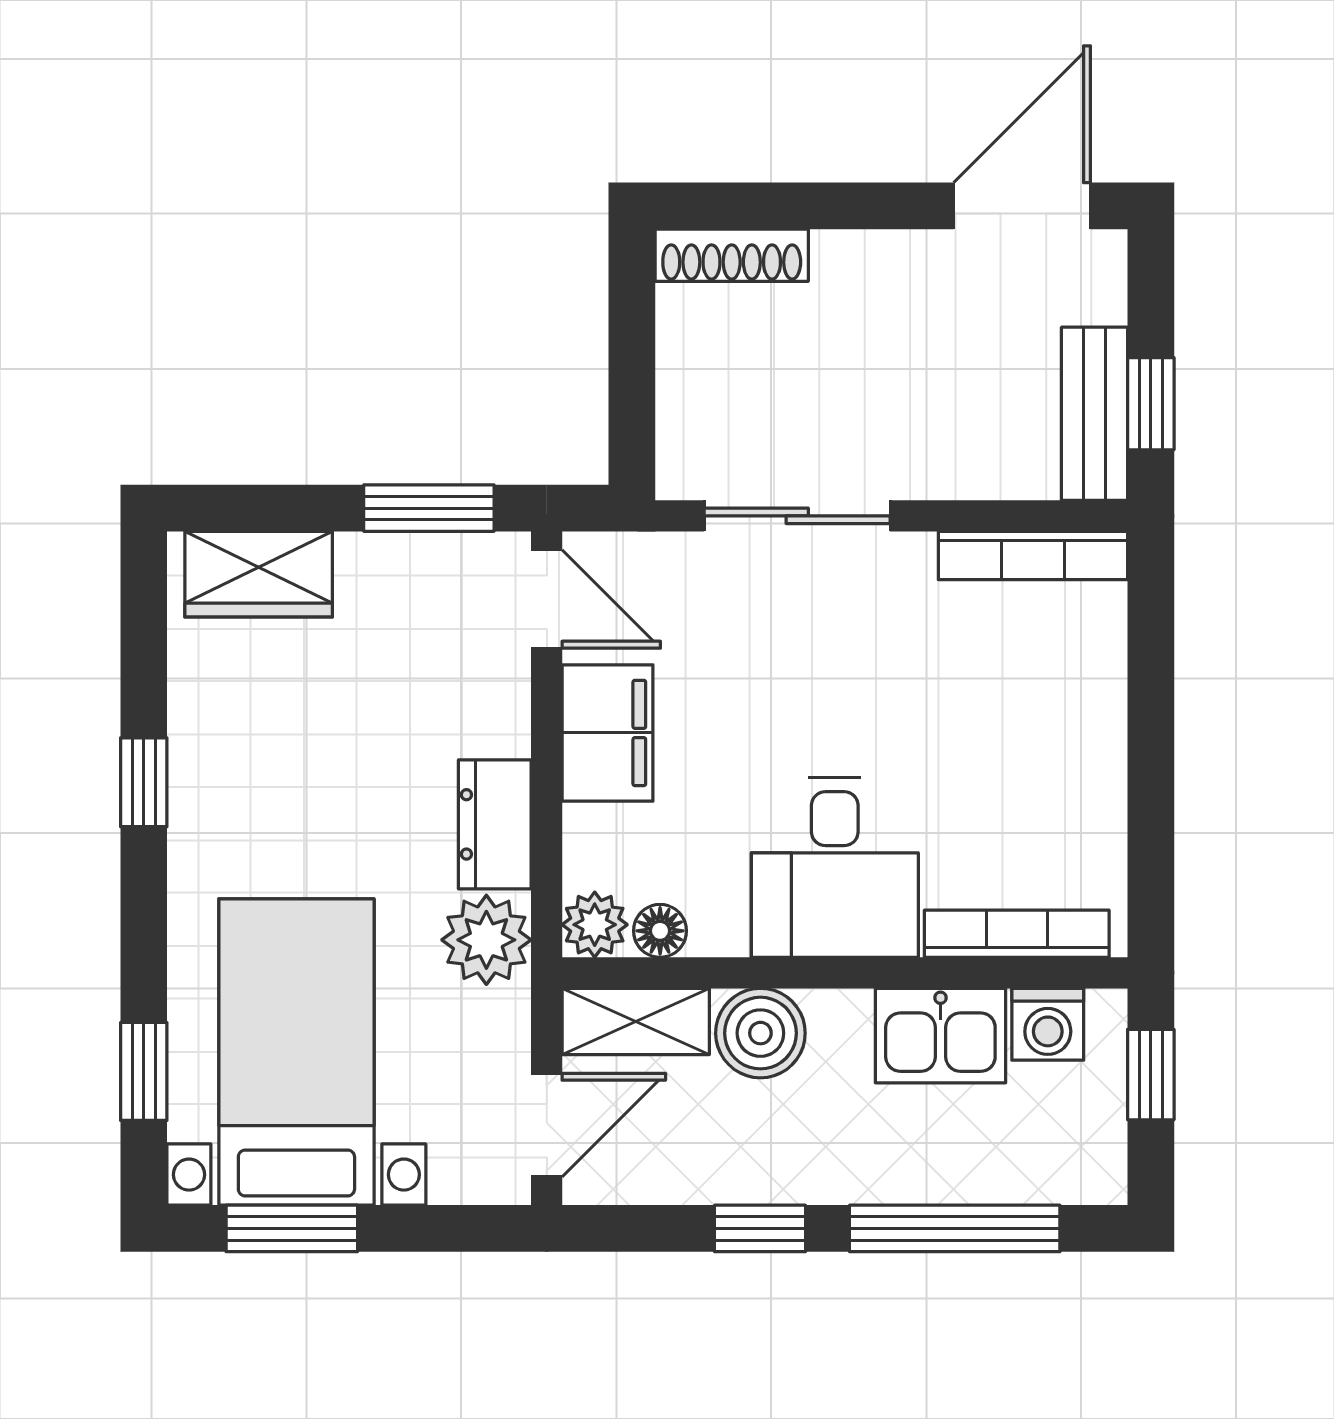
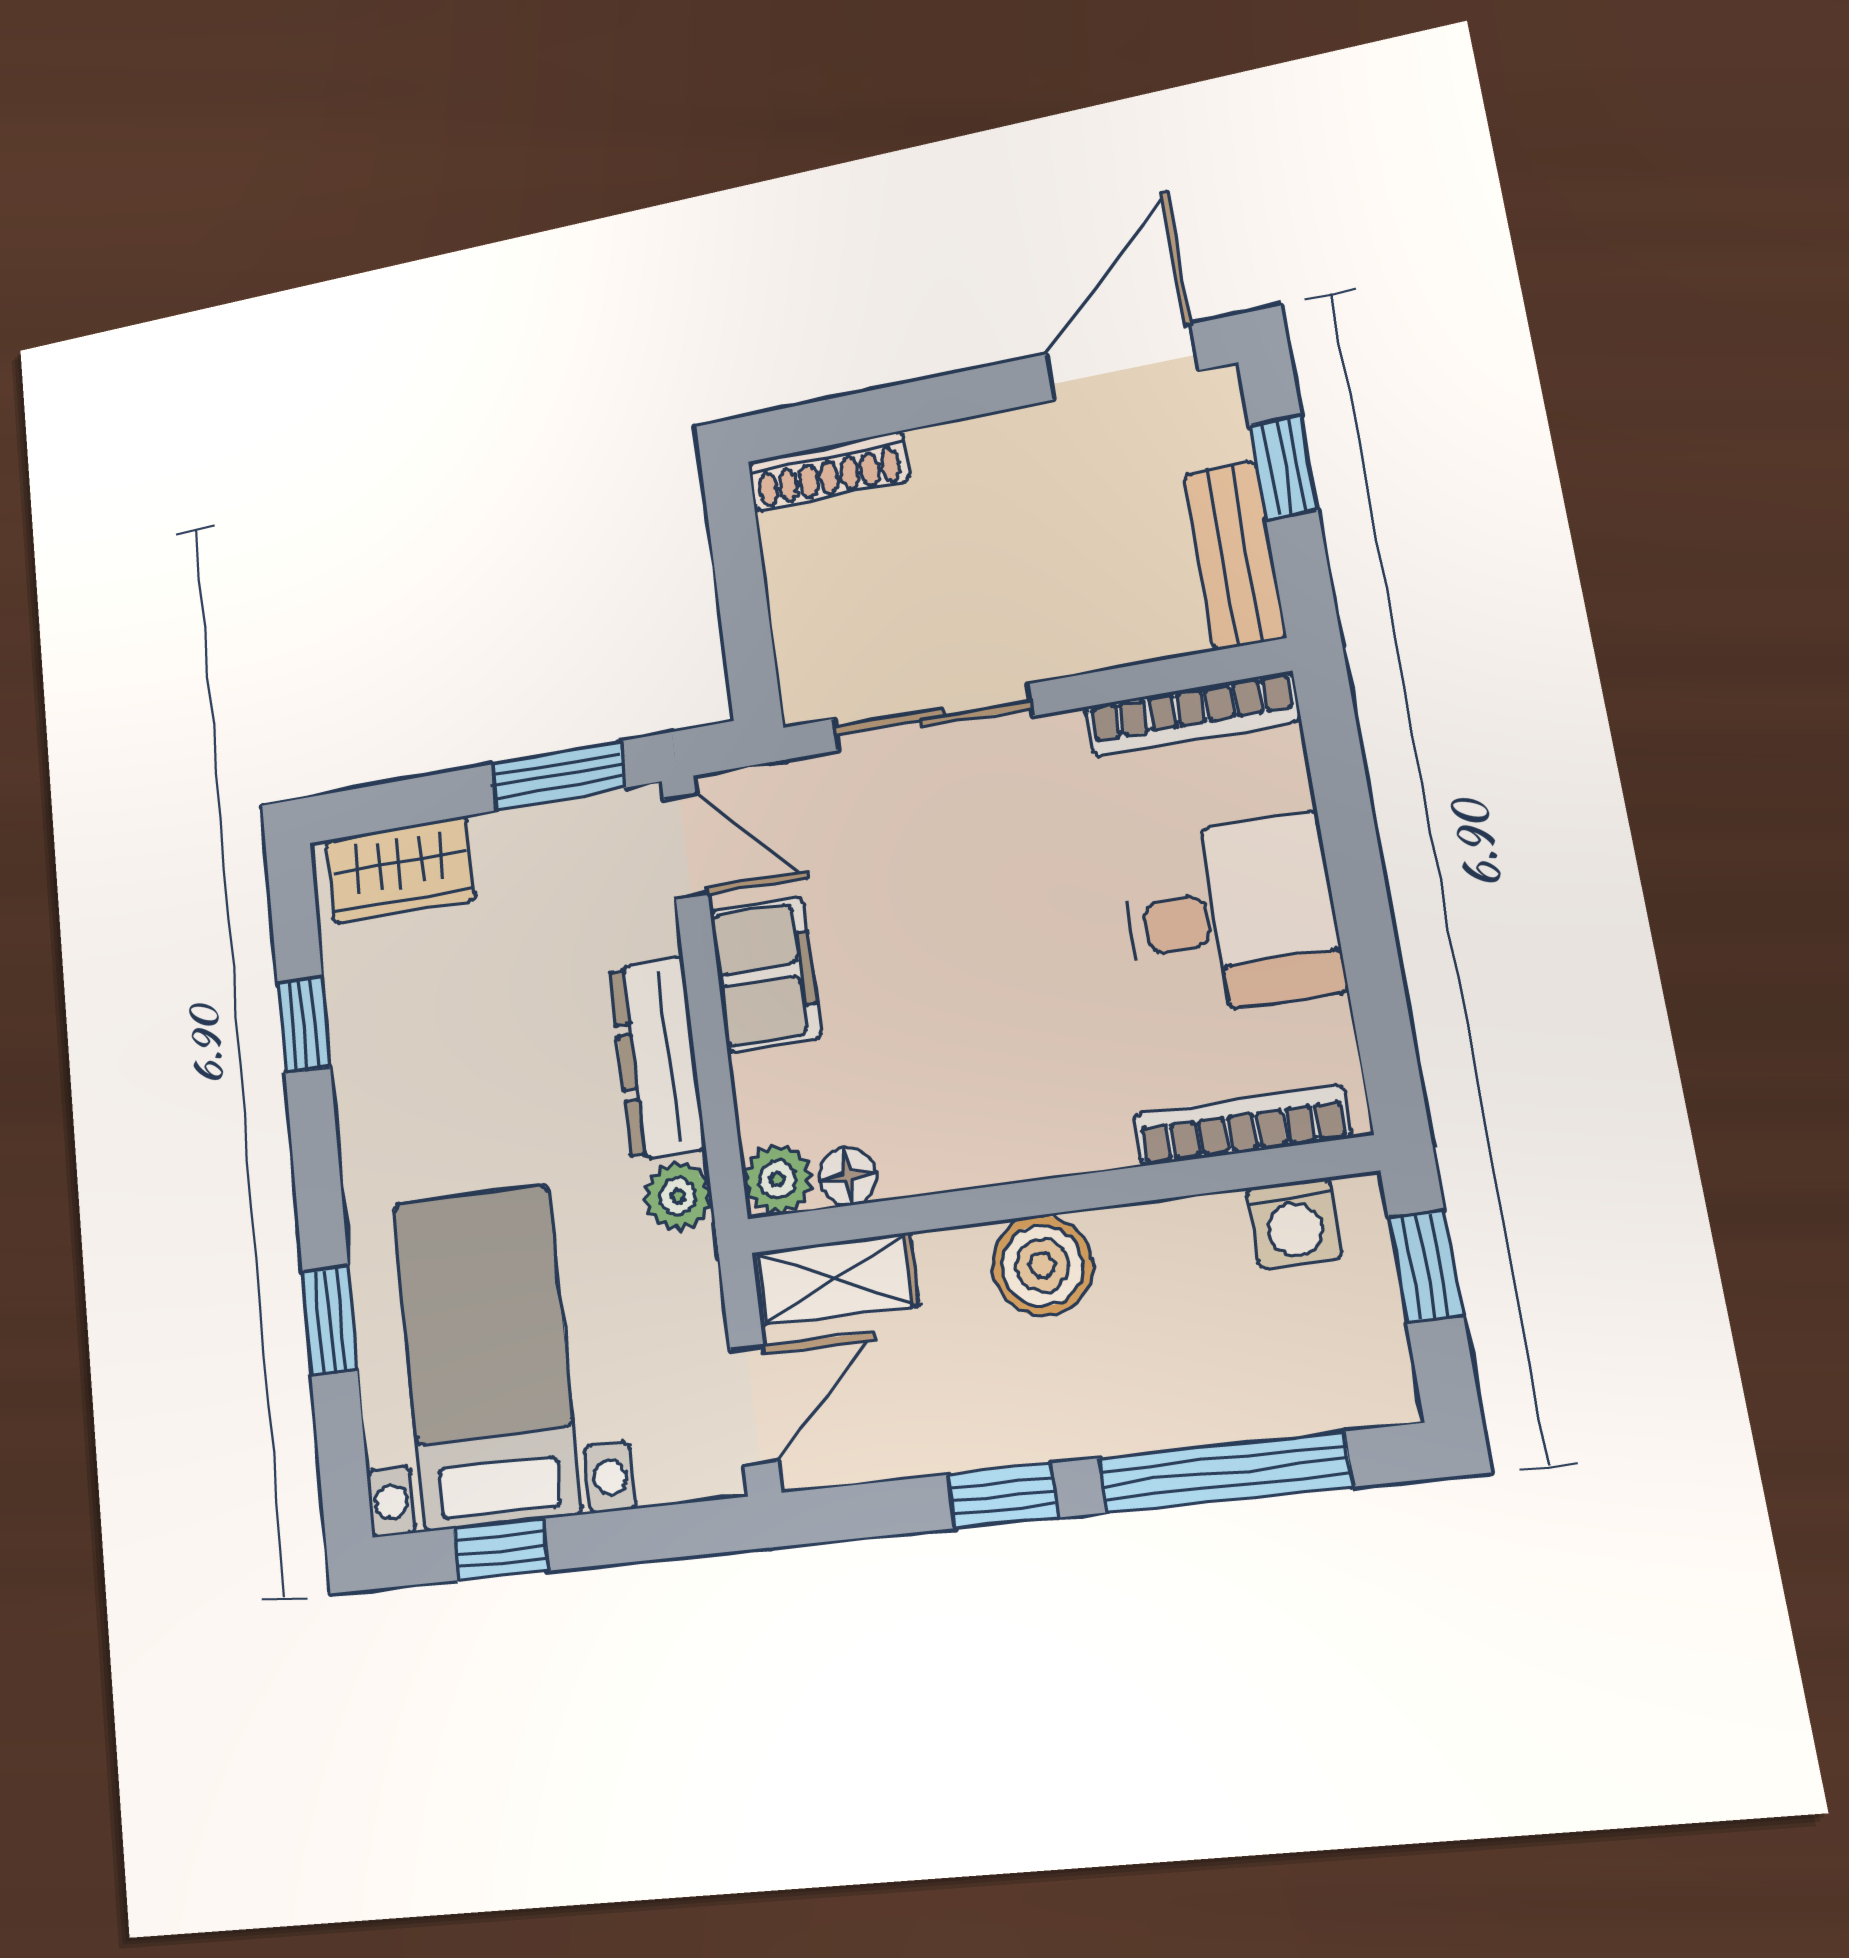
window: (1151, 404) -> (1283, 467), moved
window: (144, 782) -> (304, 1025), moved
dresser: (495, 824) -> (658, 1058), width x1.44
desk: (835, 867) -> (1231, 916), moved, turned -90
plant: (486, 940) -> (678, 1196), width x0.73, depth x0.73
boiler: (760, 1033) -> (1042, 1266), moved
kitchen sink: (940, 1036) -> (1173, 1252), removed
window: (144, 1071) -> (330, 1321), moved
window: (292, 1228) -> (501, 1550), width x0.67

